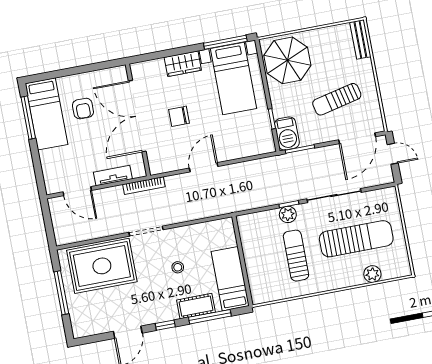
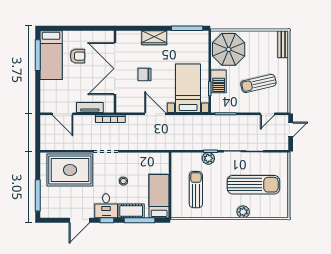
bed with nightstands: (233, 78) -> (188, 88), moved, turned 180
armchair: (83, 109) -> (78, 56), turned -90
barbecue: (287, 133) -> (219, 81), moved
door: (357, 138) -> (268, 114), width x0.53
door: (393, 154) -> (291, 129), hinge flipped
door: (204, 167) -> (155, 114), hinge flipped
sun lounger: (296, 256) -> (196, 190), moved
plant: (372, 274) -> (243, 212), moved
window: (61, 293) -> (38, 195), moved
desk: (160, 306) -> (106, 206), added

